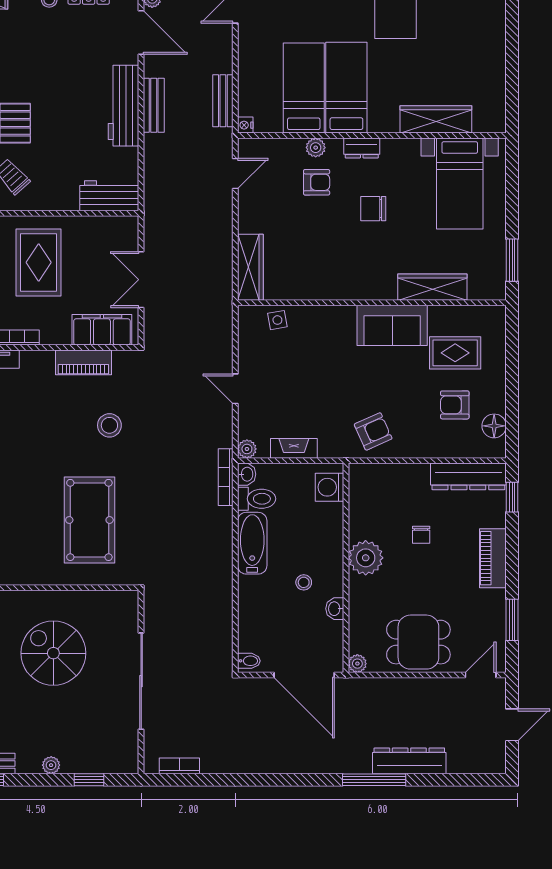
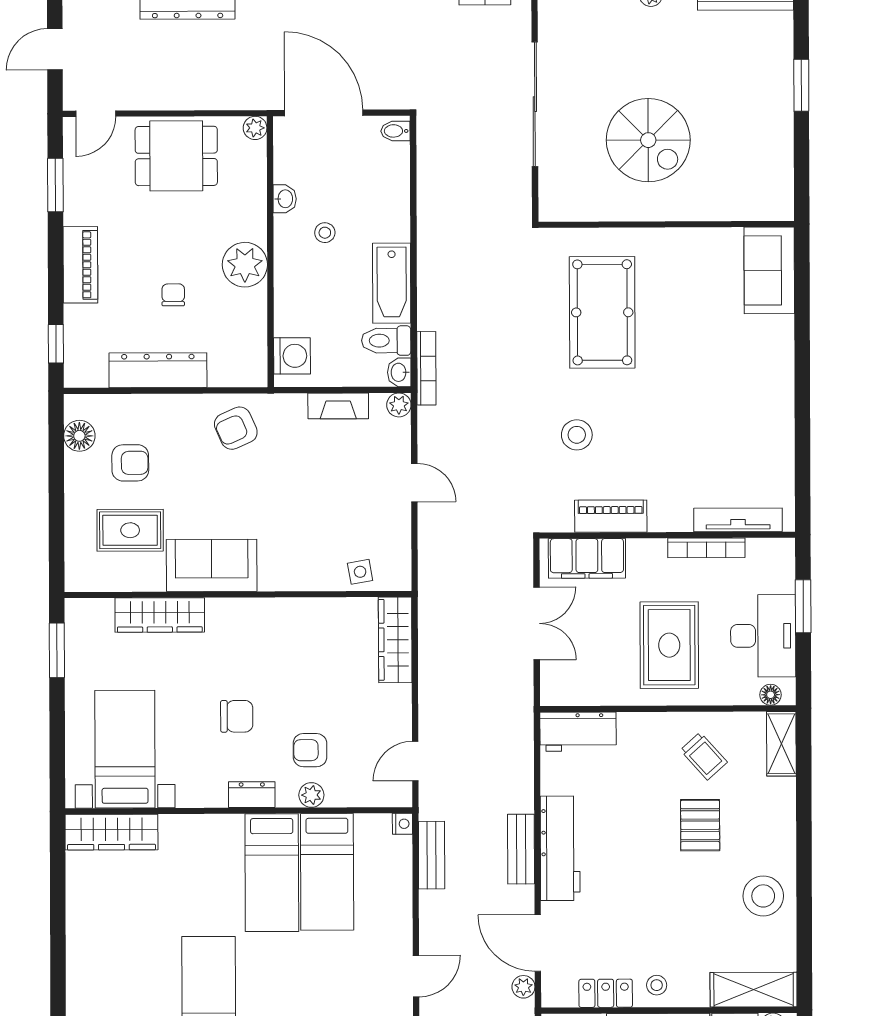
wardrobe: (436, 119) -> (111, 832), moved
dresser: (468, 476) -> (158, 370), moved

